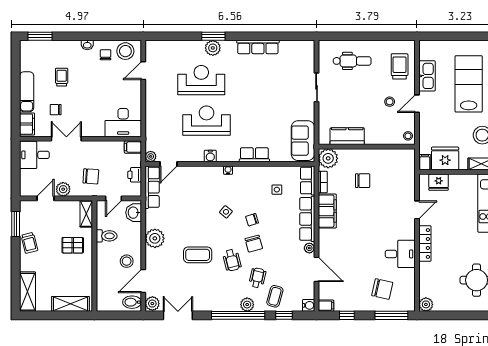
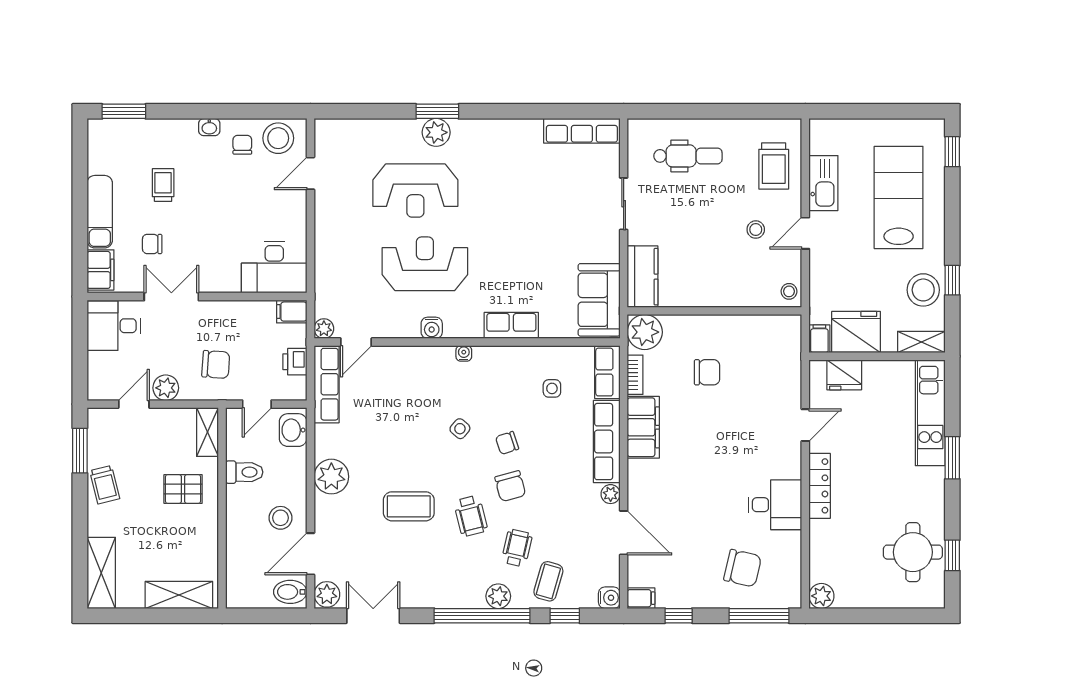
row of seats: (258, 47) -> (582, 131), moved
trolley: (400, 66) -> (774, 166), turned 180
reception desk: (201, 80) -> (415, 190), turned 180
kitchen counter: (347, 136) -> (643, 277), moved, turned 90

